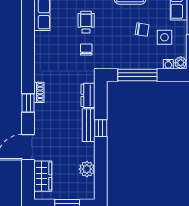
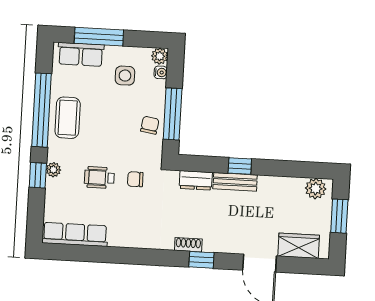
chair: (142, 30) -> (150, 125), moved
plant: (87, 169) -> (316, 189), moved

